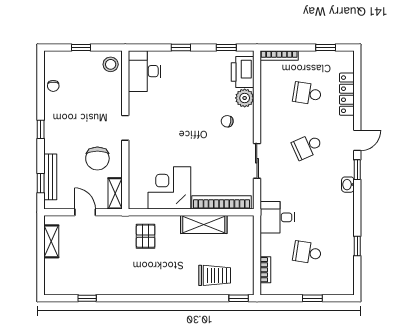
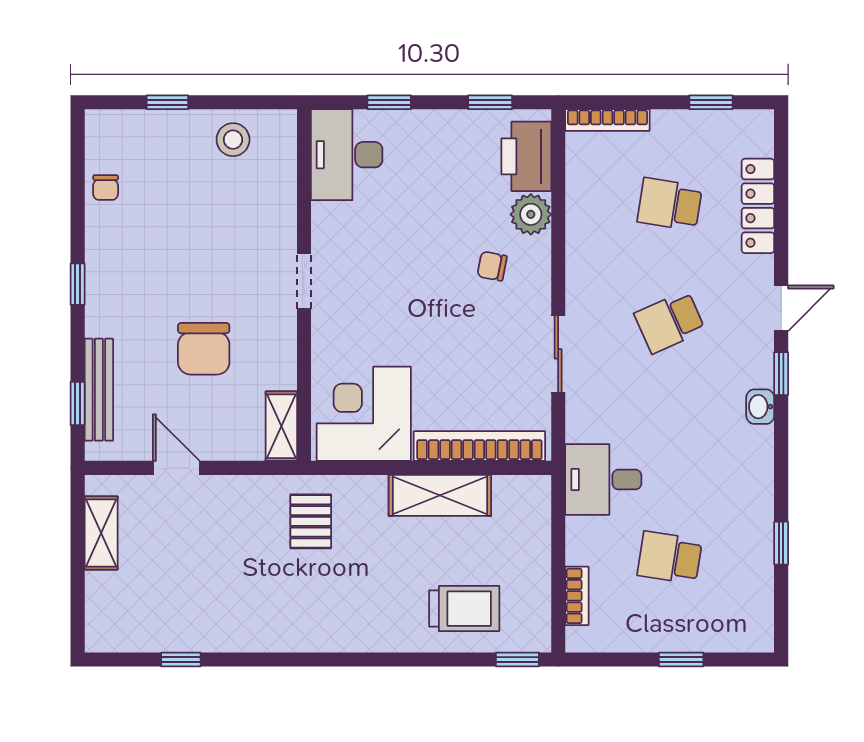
desk: (145, 71) -> (347, 155), moved
doorway: (125, 128) -> (304, 281), moved
wall: (125, 130) -> (304, 285), moved
shelving: (115, 193) -> (281, 426), moved

